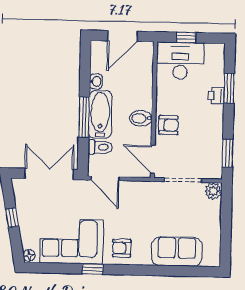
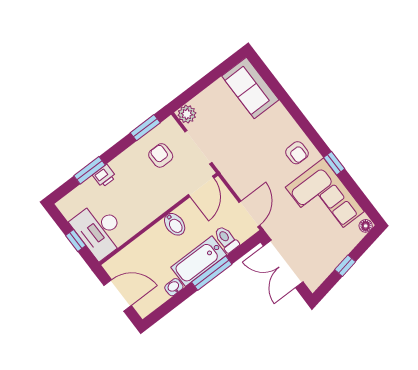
armchair: (168, 125) -> (161, 155), moved
sofa: (177, 252) -> (250, 88), moved

